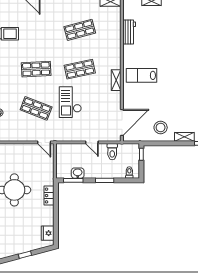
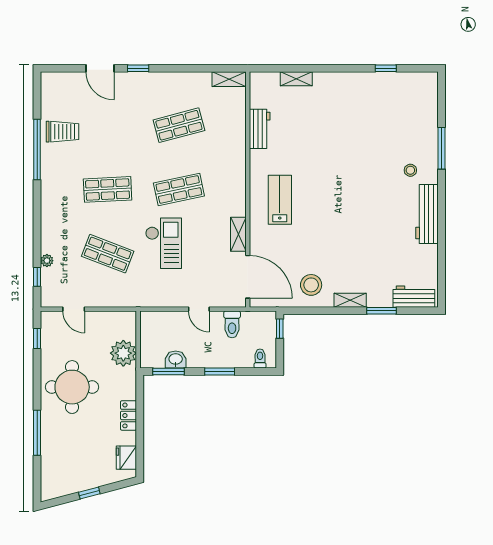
lab bench: (141, 75) -> (280, 200), turned 90
shelving: (116, 80) -> (238, 234), moved
checkout: (70, 102) -> (164, 243), turned 180
door: (122, 123) -> (248, 277), hinge flipped
door: (44, 142) -> (74, 309), moved
plant: (46, 169) -> (123, 353), added
locker: (49, 196) -> (129, 415), moved

